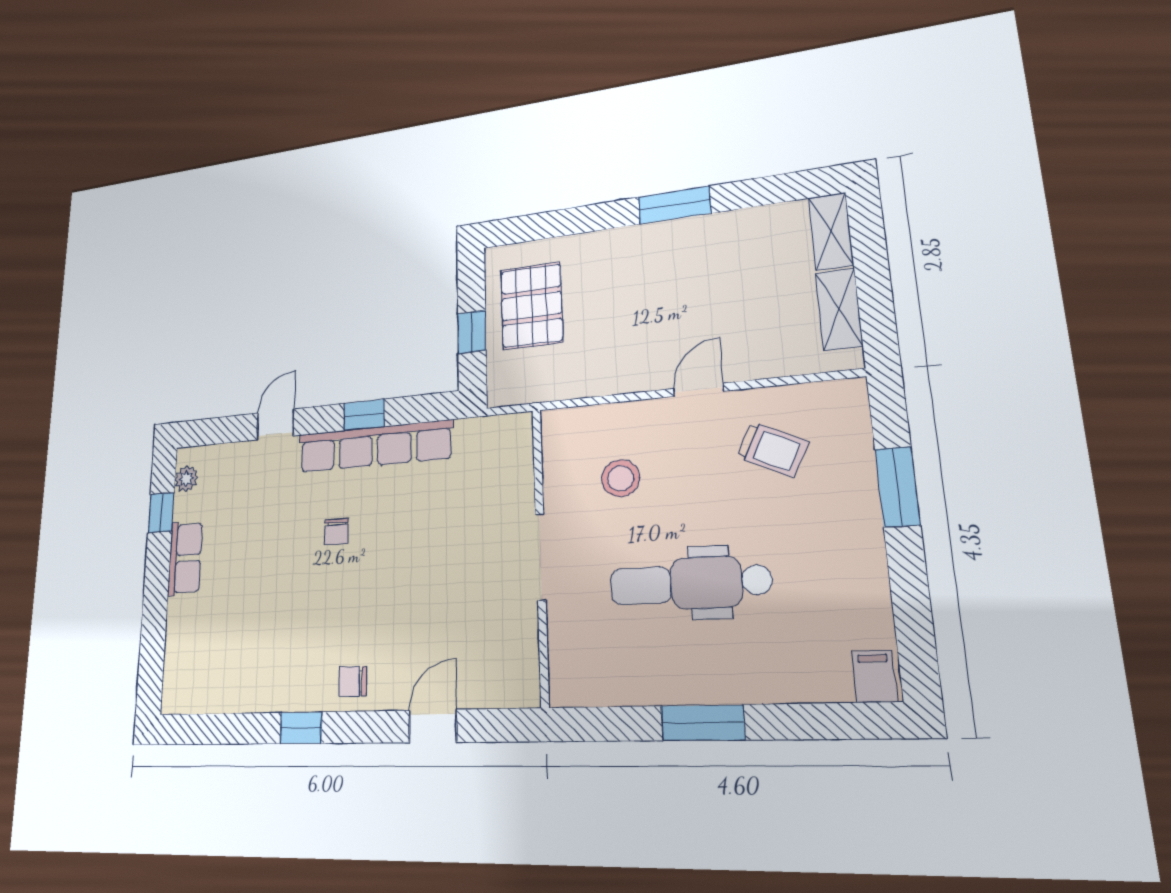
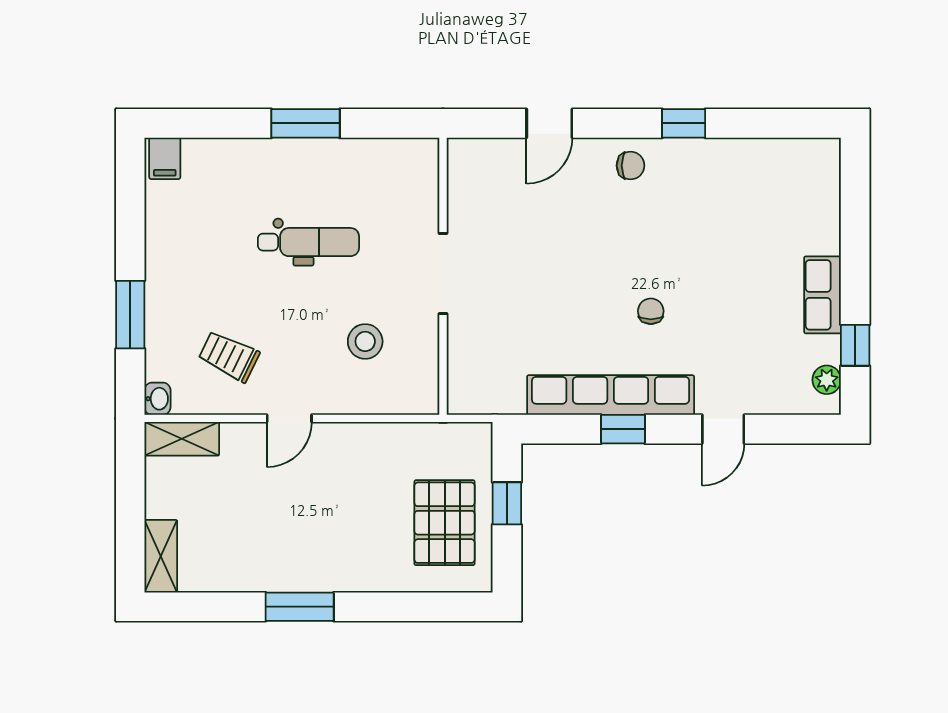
shelving: (839, 309) -> (182, 439), moved, turned 90
washbasin: (853, 395) -> (157, 399), added
dental chair: (690, 583) -> (308, 242), width x0.73, depth x0.72

